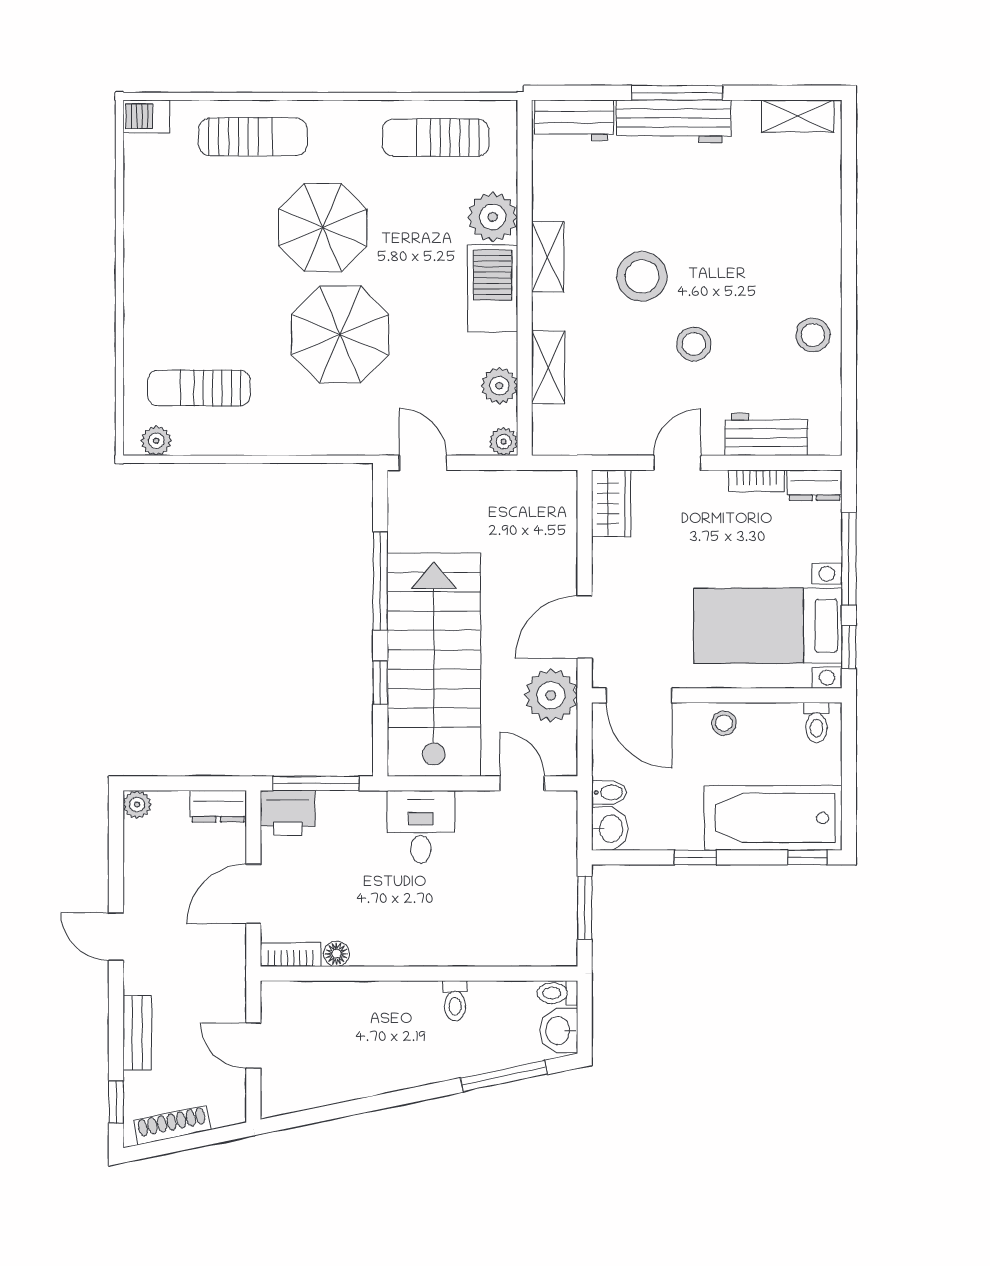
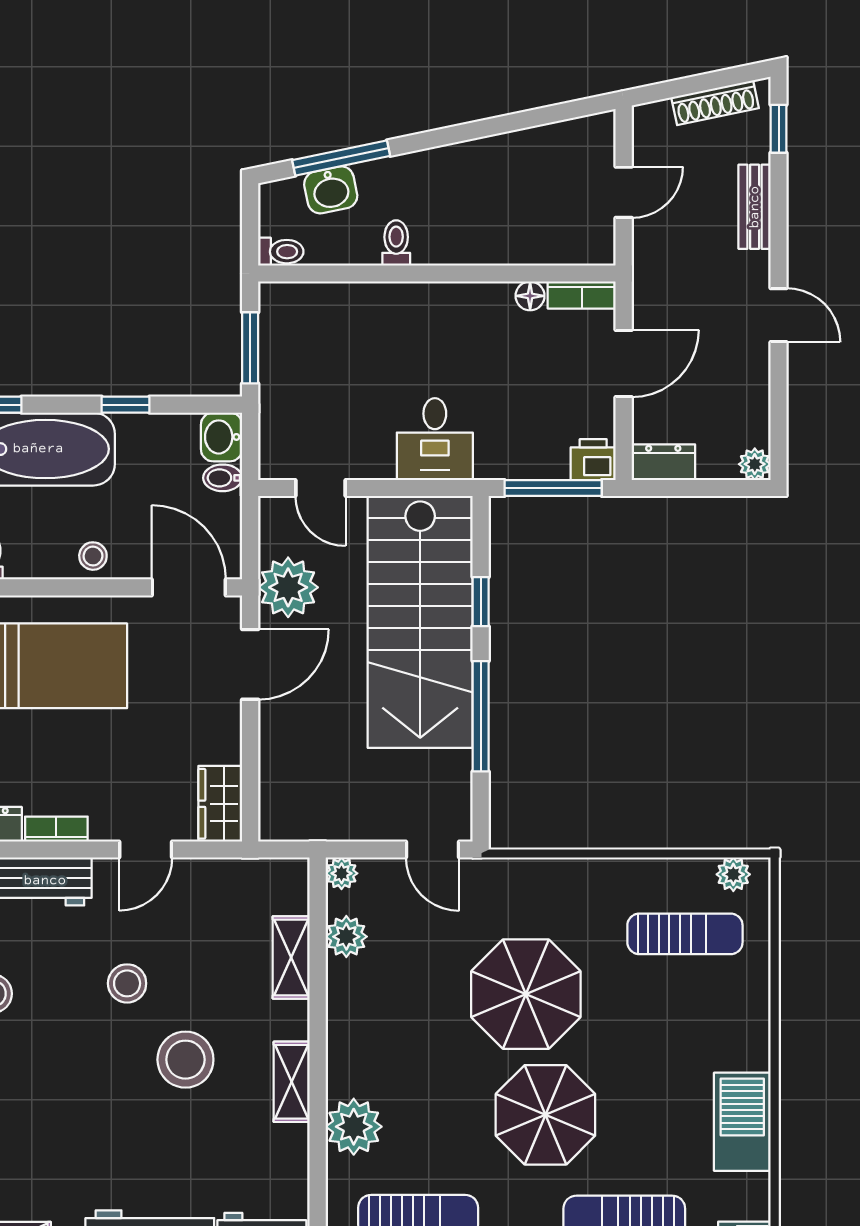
barbecue: (493, 288) -> (742, 1122), moved, turned 180
printer: (288, 813) -> (593, 460), width x0.73, depth x0.81
washbasin: (559, 1030) -> (331, 190), moved, turned 78
door: (253, 1046) -> (624, 192), hinge flipped

